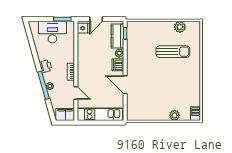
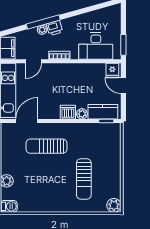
plant: (180, 27) -> (114, 205), moved
desk: (52, 32) -> (96, 46), moved, turned 90
printer: (46, 66) -> (55, 28), moved
sun lounger: (146, 82) -> (46, 146), added
door: (125, 85) -> (27, 121), moved

